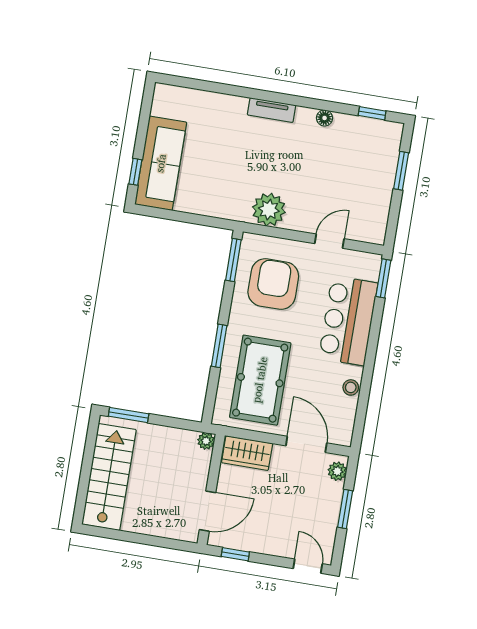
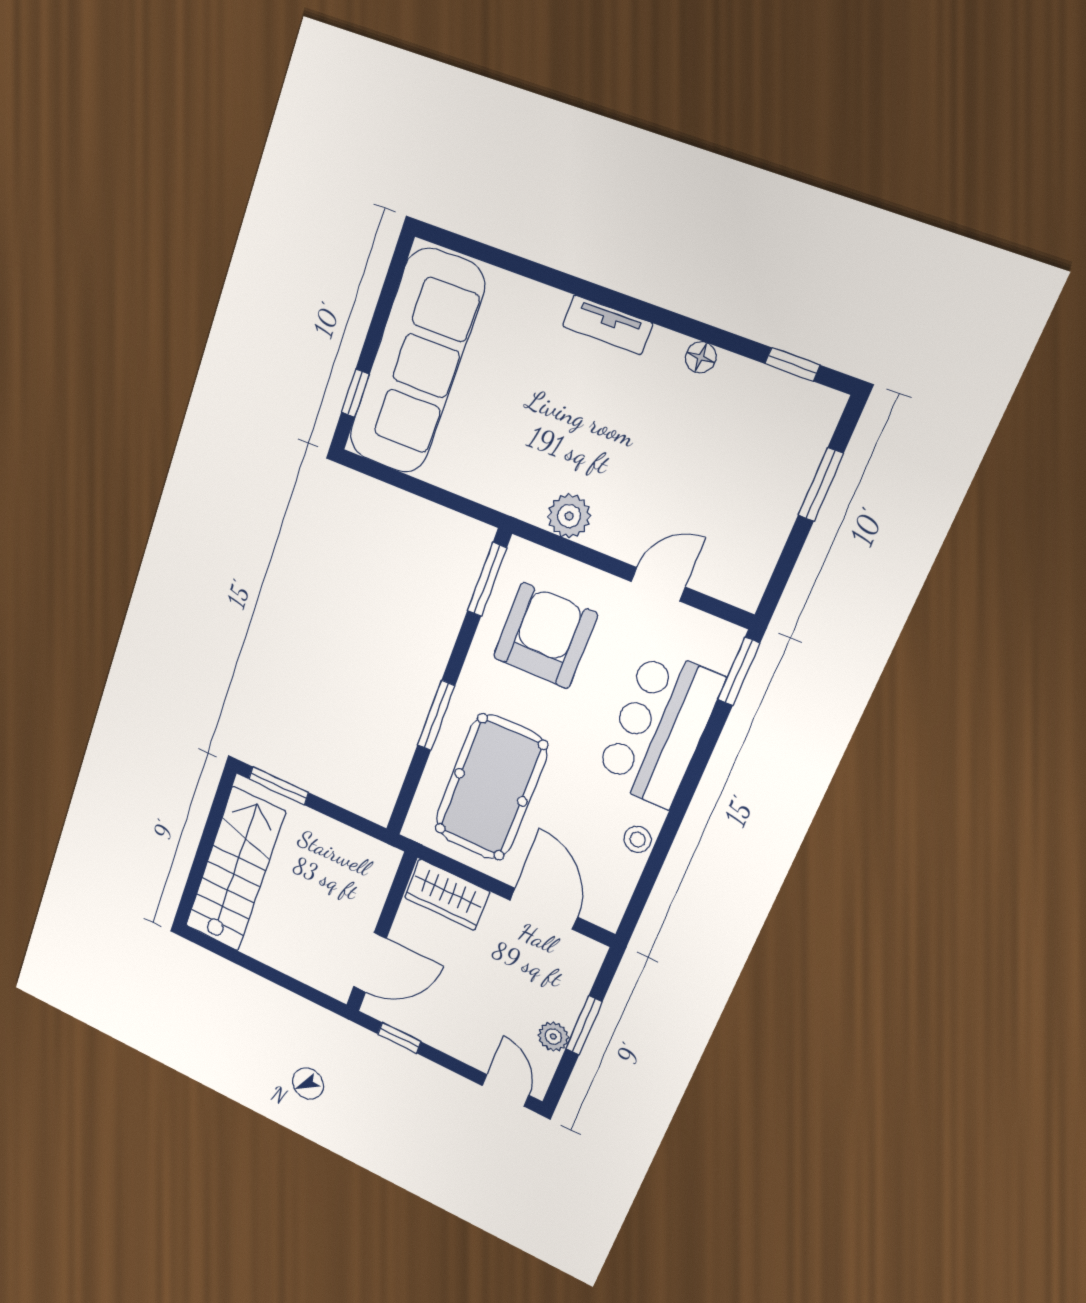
sofa: (161, 163) -> (416, 362), width x1.36, depth x1.27
plant: (269, 210) -> (569, 516), width x0.73, depth x0.73
plant: (206, 441) -> (387, 858), removed
plant: (337, 471) -> (553, 1037), moved

